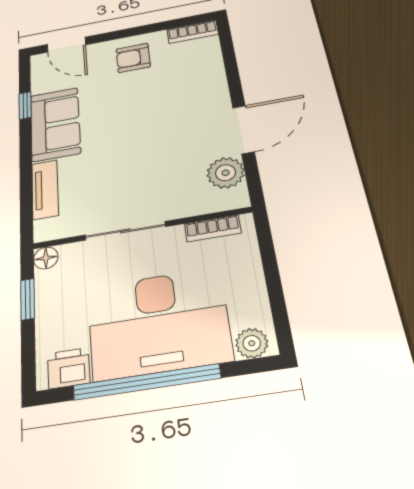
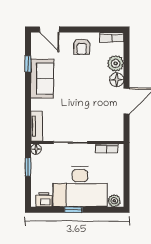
armchair: (133, 58) -> (82, 47), turned -90
floor lamp: (214, 97) -> (117, 80), added
plant: (226, 173) -> (116, 63), moved
tv unit: (45, 189) -> (36, 126), moved
window: (146, 382) -> (73, 210), width x0.32

